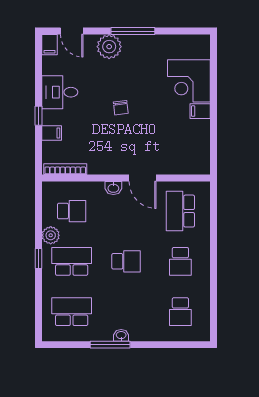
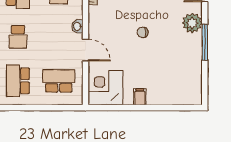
corner desk: (189, 81) -> (105, 88), moved
door: (142, 178) -> (86, 50), swing flipped
school desk: (180, 261) -> (18, 81), width x1.85

